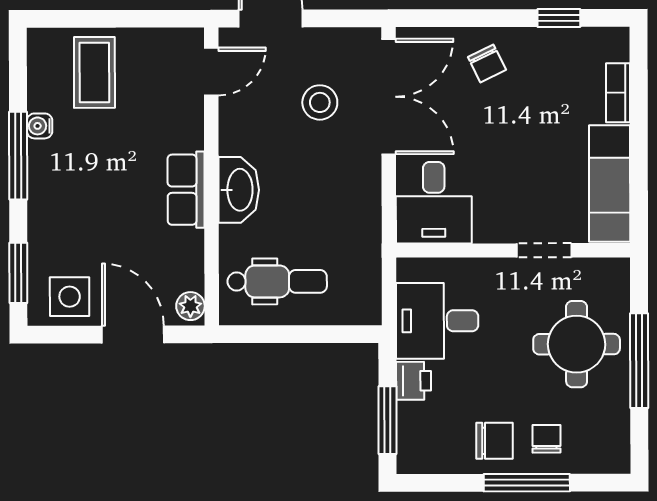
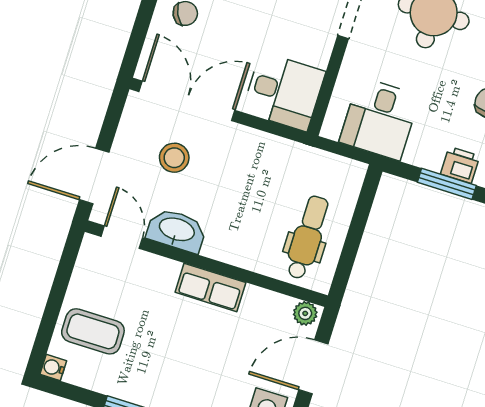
water cooler: (40, 126) -> (53, 368), moved, turned 90
washbasin: (239, 190) -> (177, 230), moved
printer: (414, 381) -> (460, 165), moved

